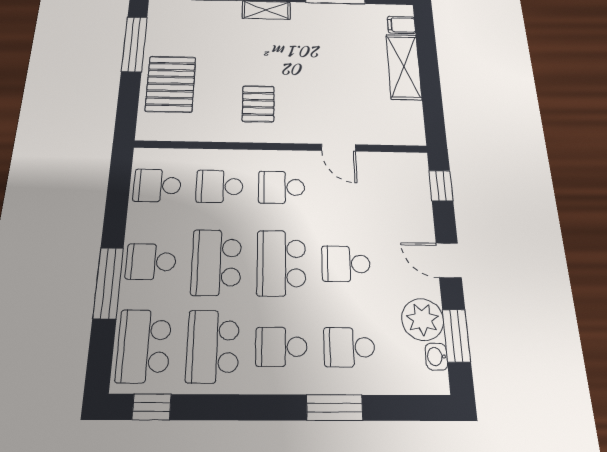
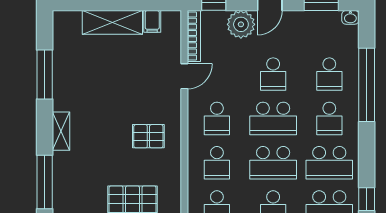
filing cabinet: (401, 25) -> (152, 21), moved
bookcase: (393, 160) -> (194, 36), added
plant: (423, 319) -> (241, 24), moved
washbasin: (436, 357) -> (350, 17), moved
window: (335, 408) -> (367, 85), width x2.11

